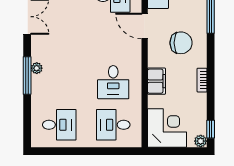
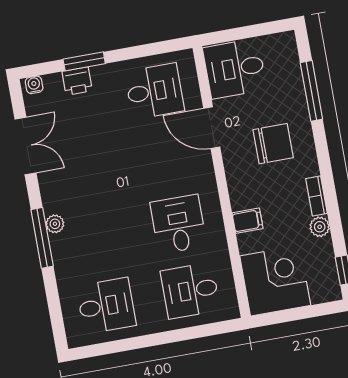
filing cabinet: (156, 81) -> (247, 221), width x0.50
desk: (113, 82) -> (178, 224), turned 180
plant: (201, 141) -> (320, 227), moved

